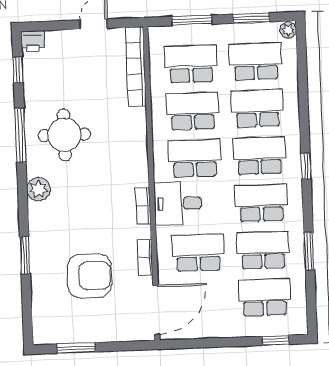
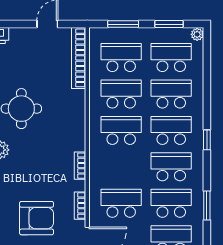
desk: (178, 203) -> (107, 165), removed

